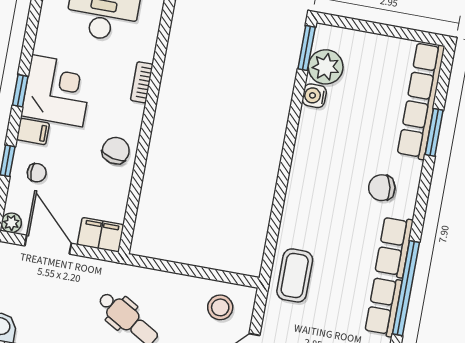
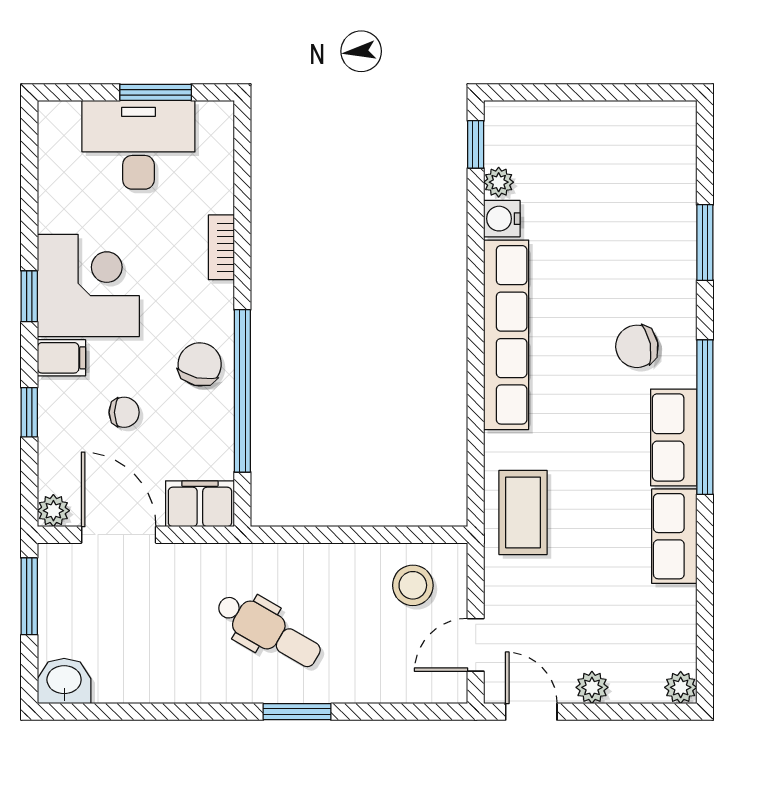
window: (307, 48) -> (476, 144), width x0.67
plant: (326, 67) -> (499, 182), width x0.53, depth x0.53
row of seats: (421, 101) -> (506, 335), moved, turned 180
window: (139, 171) -> (242, 391), added
chair: (37, 173) -> (124, 412), moved
window: (406, 288) -> (705, 417), moved

